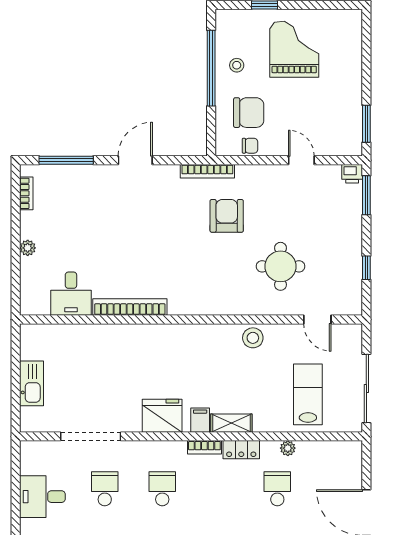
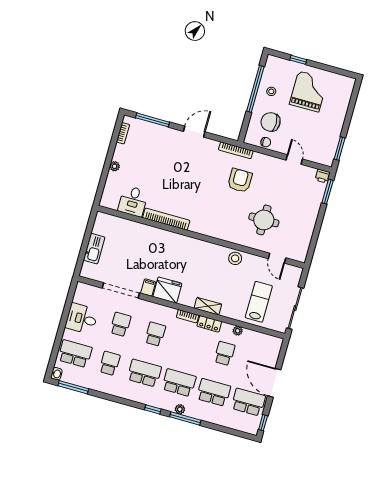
chair: (249, 113) -> (271, 122), turned 180
window: (366, 268) -> (315, 235), removed
filing cabinet: (200, 420) -> (148, 288), moved

